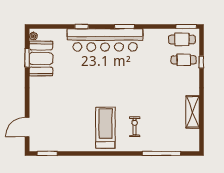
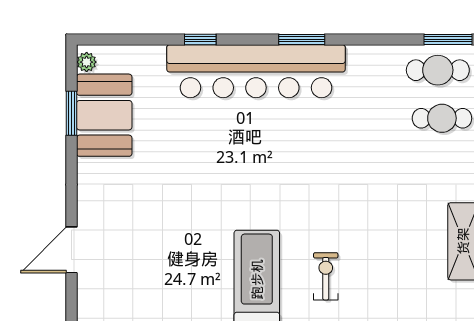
door: (27, 127) -> (71, 250), moved

